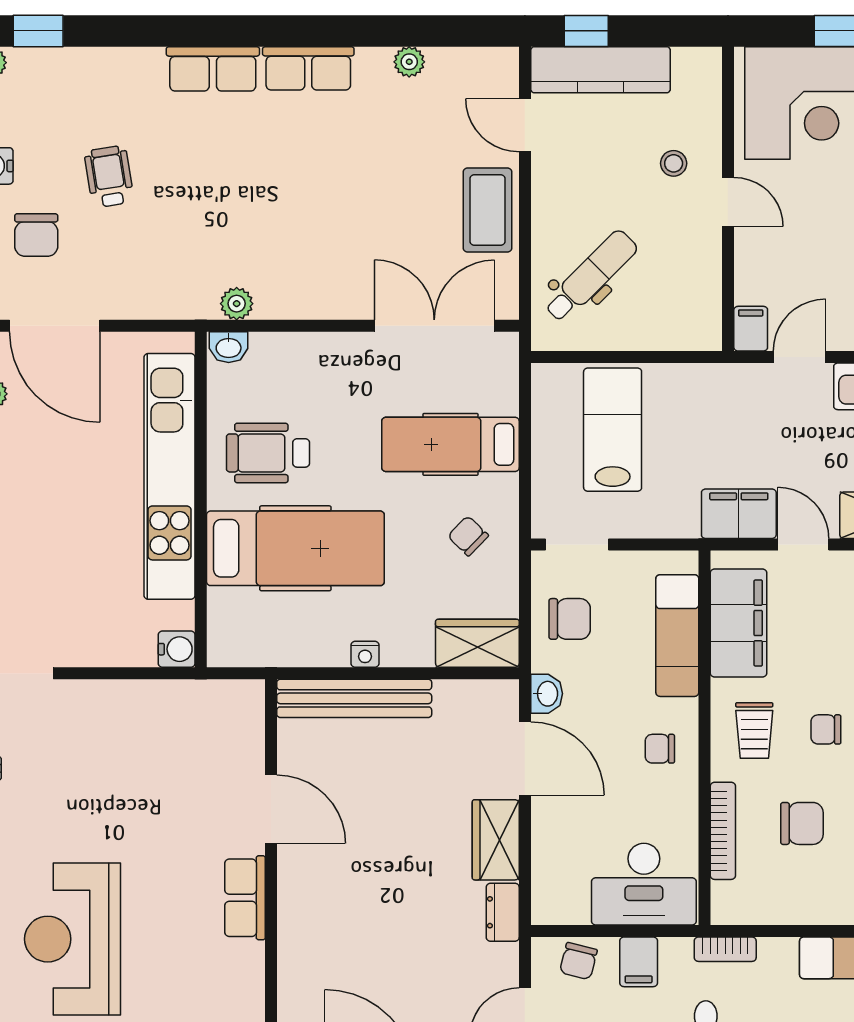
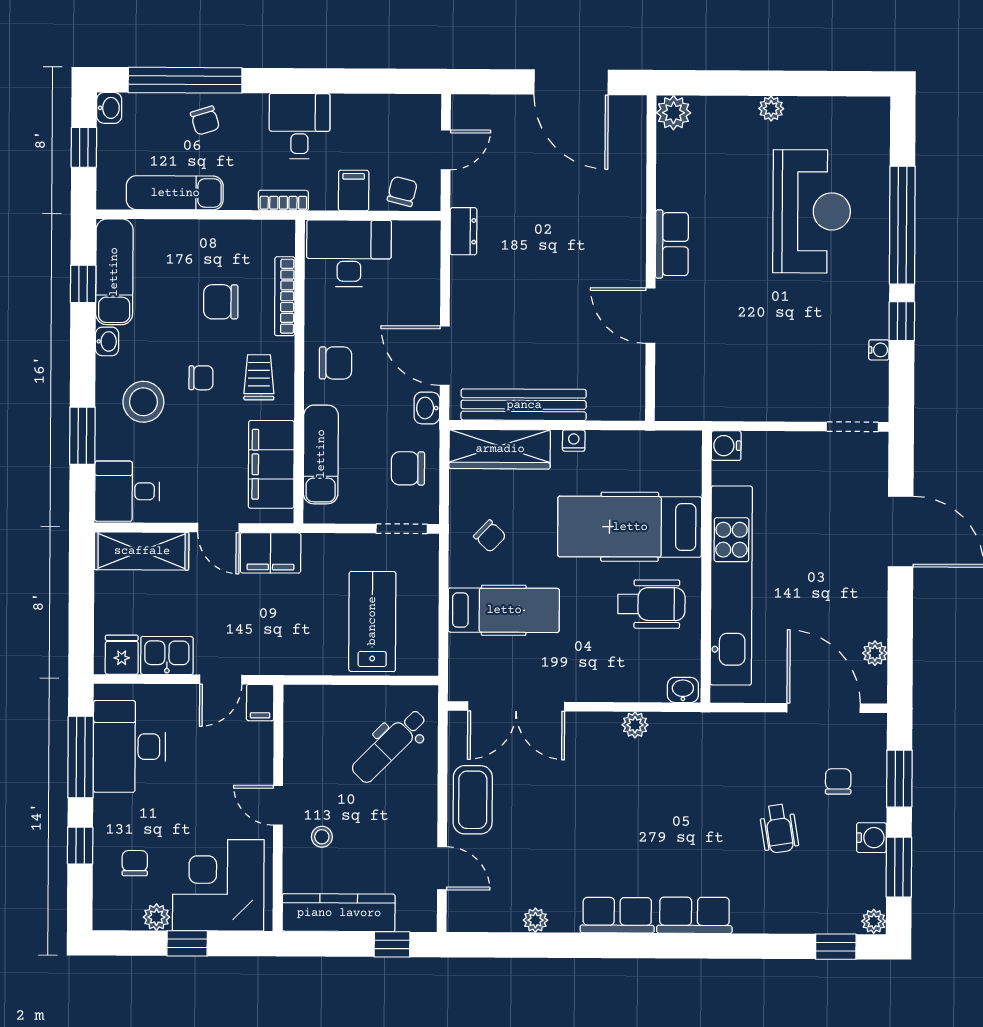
kitchen counter: (600, 70) -> (339, 913), moved
chair: (36, 235) -> (838, 781), width x0.73, depth x0.73
plant: (237, 304) -> (635, 725), moved
lab bench: (613, 430) -> (372, 621), turned 180
wardrobe: (477, 643) -> (500, 449), width x1.50
bench: (354, 698) -> (524, 405), moved
chair: (660, 749) -> (336, 363), width x1.37, depth x1.37
wardrobe: (496, 840) -> (469, 290), removed

